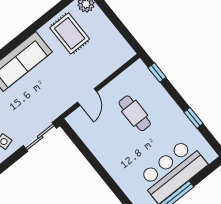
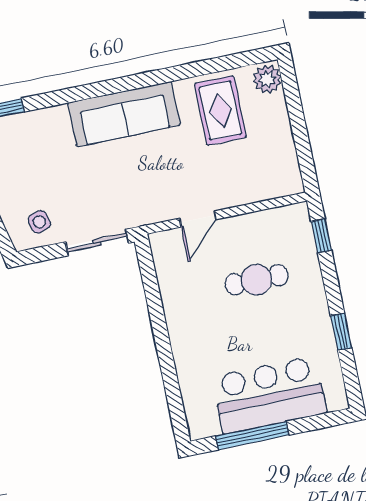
cafe table: (135, 113) -> (257, 280), turned 90

